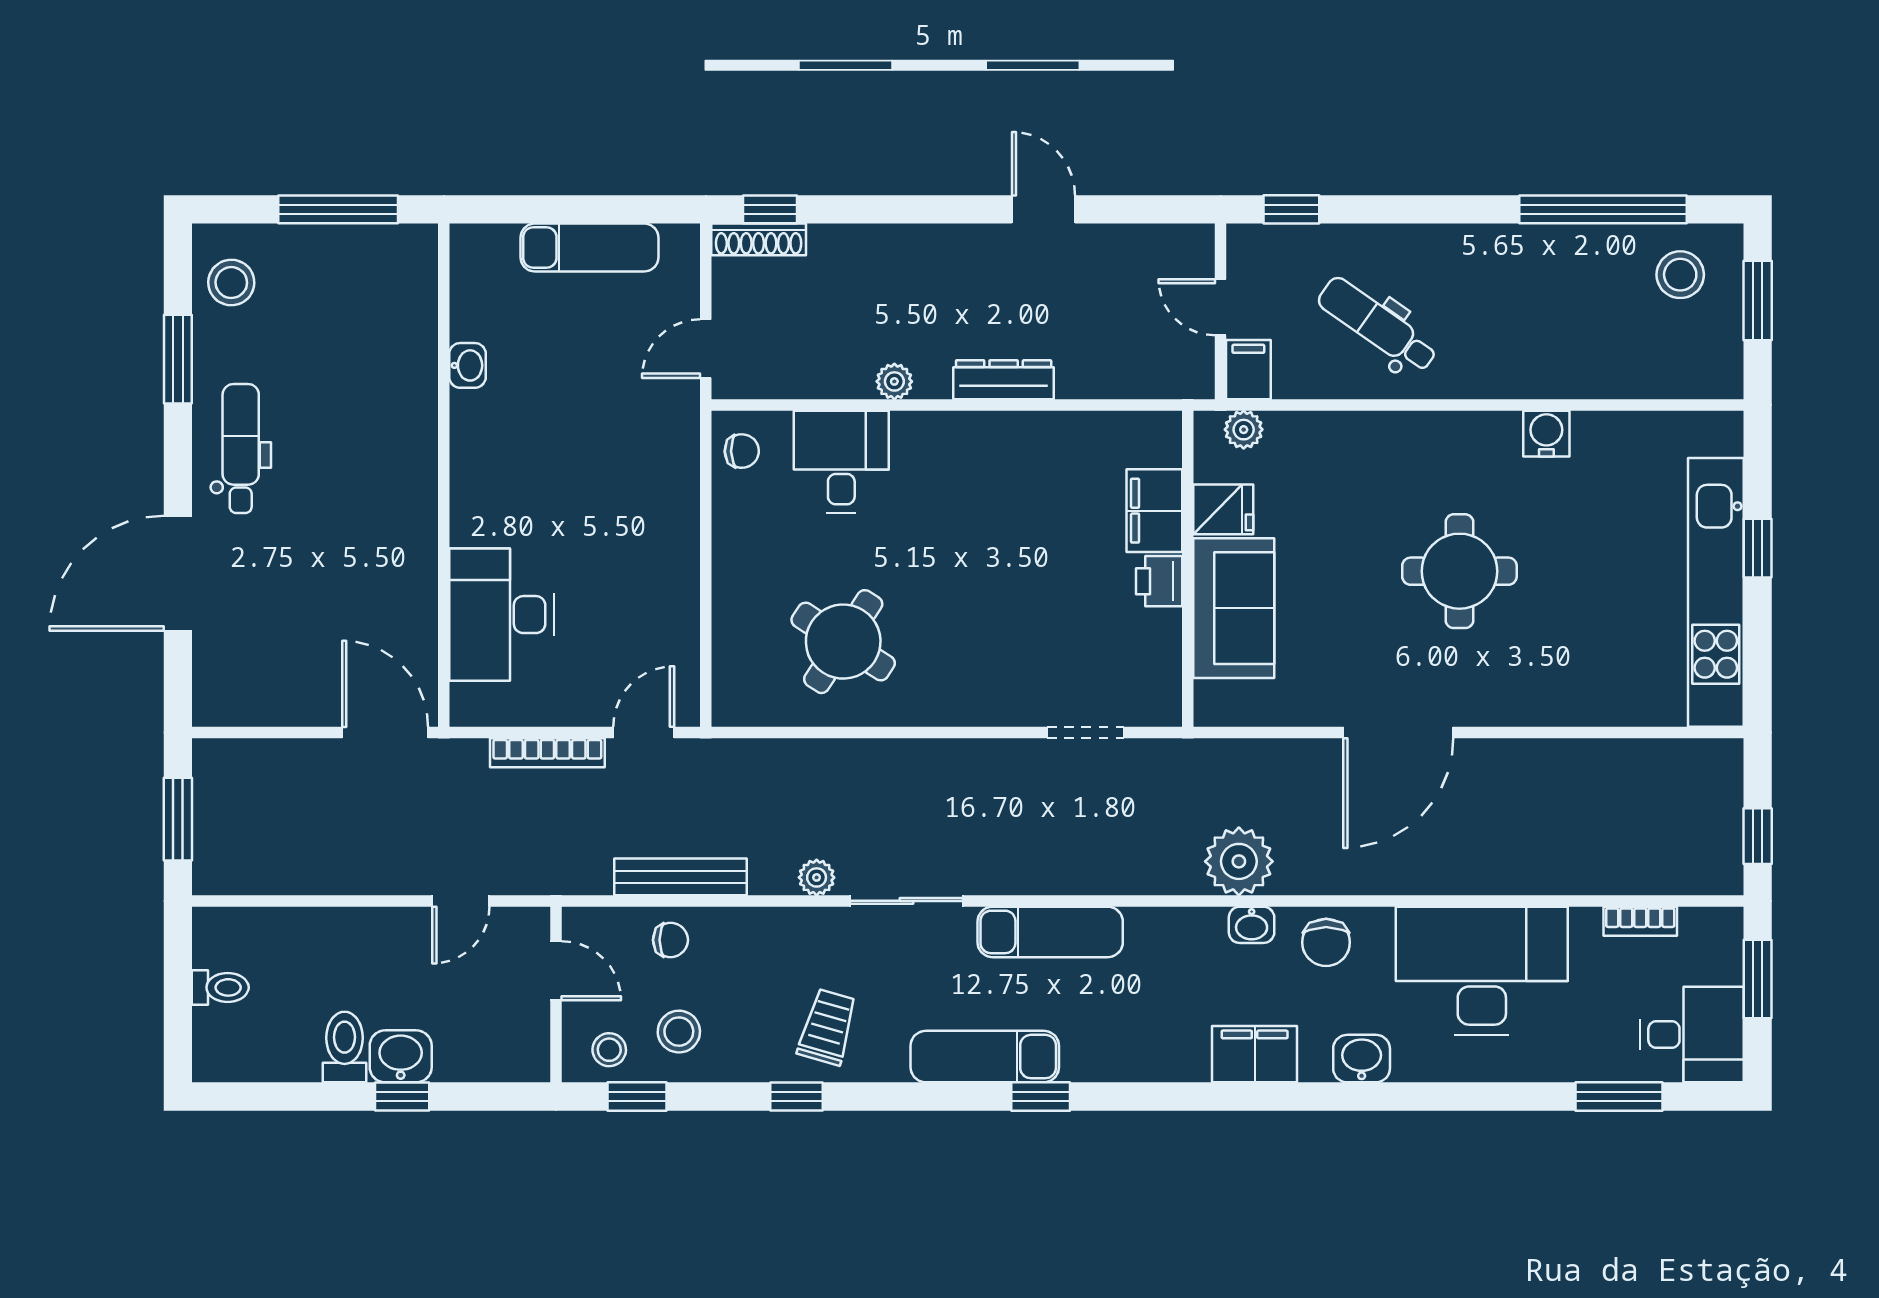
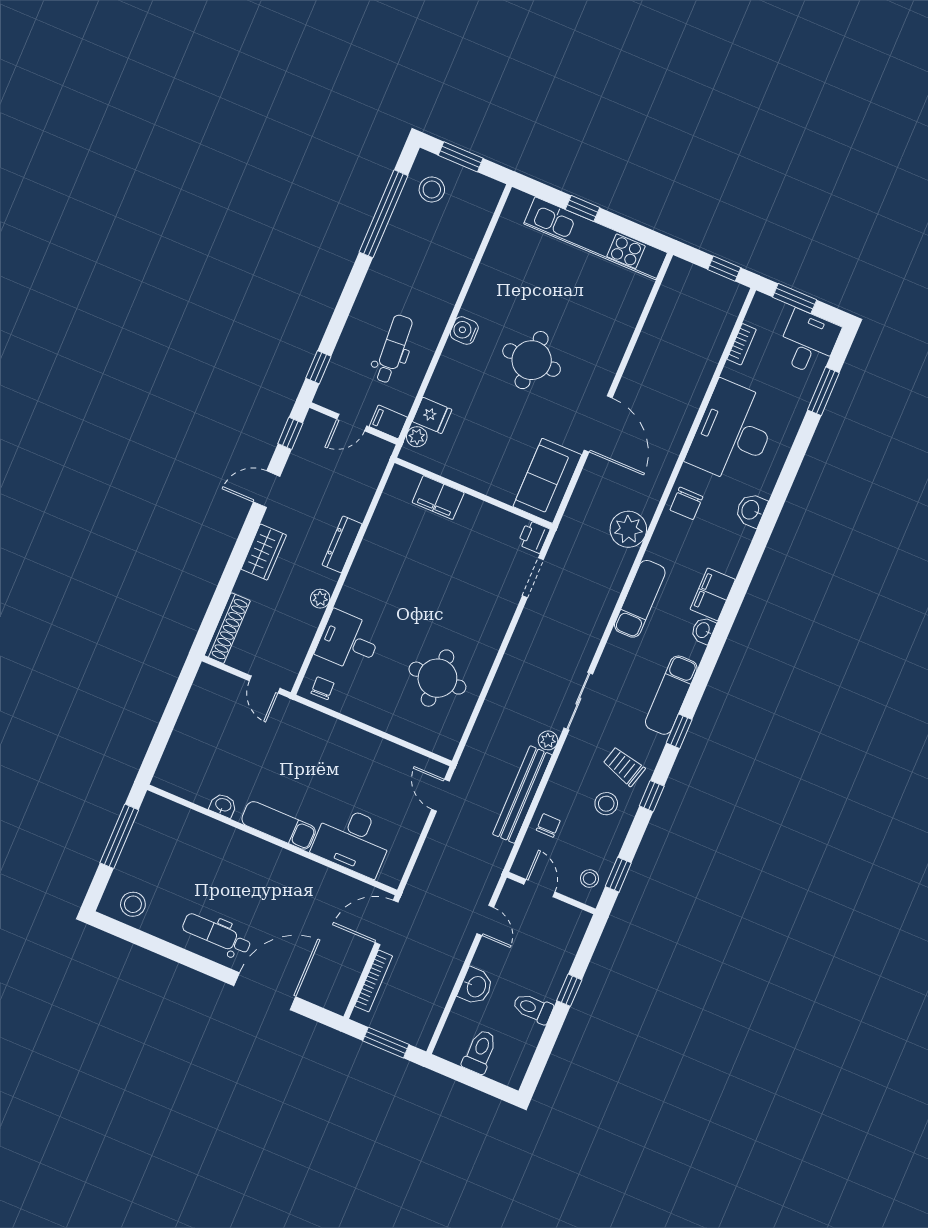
window: (770, 209) -> (290, 433), moved
shoe rack: (759, 239) -> (227, 628), width x1.36, depth x1.24
exam couch: (589, 247) -> (279, 825), moved, turned -90
wardrobe: (933, 250) -> (264, 552), added
dental chair: (1378, 325) -> (393, 349), turned 141
window: (178, 359) -> (160, 947), removed
water cooler: (1546, 434) -> (464, 331), moved
fridge: (1223, 509) -> (432, 415), moved, turned 90
door: (178, 573) -> (265, 991), swing flipped
printer: (1159, 581) -> (534, 537), moved, turned 90
sofa: (1234, 608) -> (547, 481), moved, turned -90
round table: (843, 642) -> (437, 678), turned -33
bookcase: (547, 753) -> (374, 981), moved
bench: (680, 877) -> (522, 795), width x1.37, depth x1.21
washbasin: (1252, 925) -> (703, 630), moved, turned 180
exam couch: (1050, 932) -> (640, 599), moved
chair: (1326, 942) -> (686, 503), turned 90
door: (556, 971) -> (539, 888), hinge flipped
toilet: (220, 987) -> (480, 1052), width x1.37, depth x1.39
stool: (679, 1032) -> (606, 804), moved
filing cabinet: (1255, 1054) -> (713, 594), moved
washbasin: (401, 1056) -> (476, 986), moved, turned 180
window: (1041, 1097) -> (679, 731), moved

